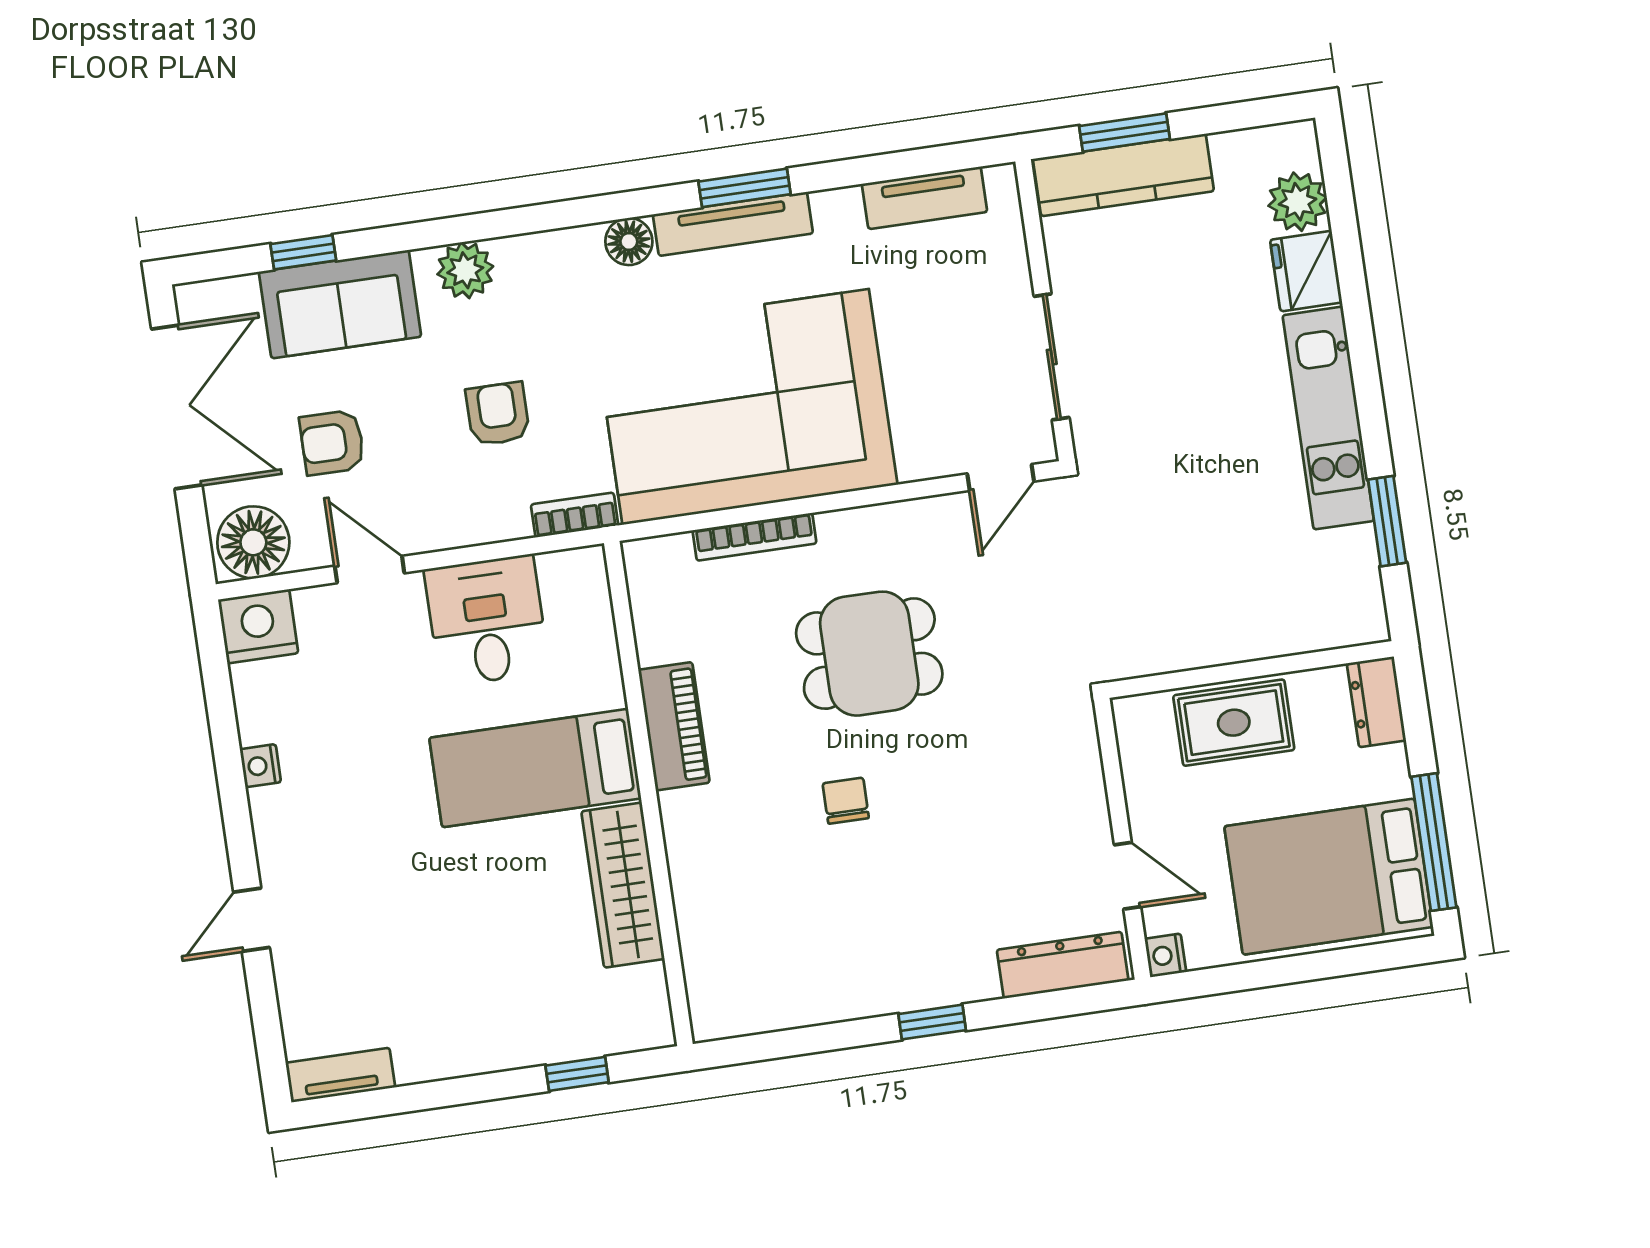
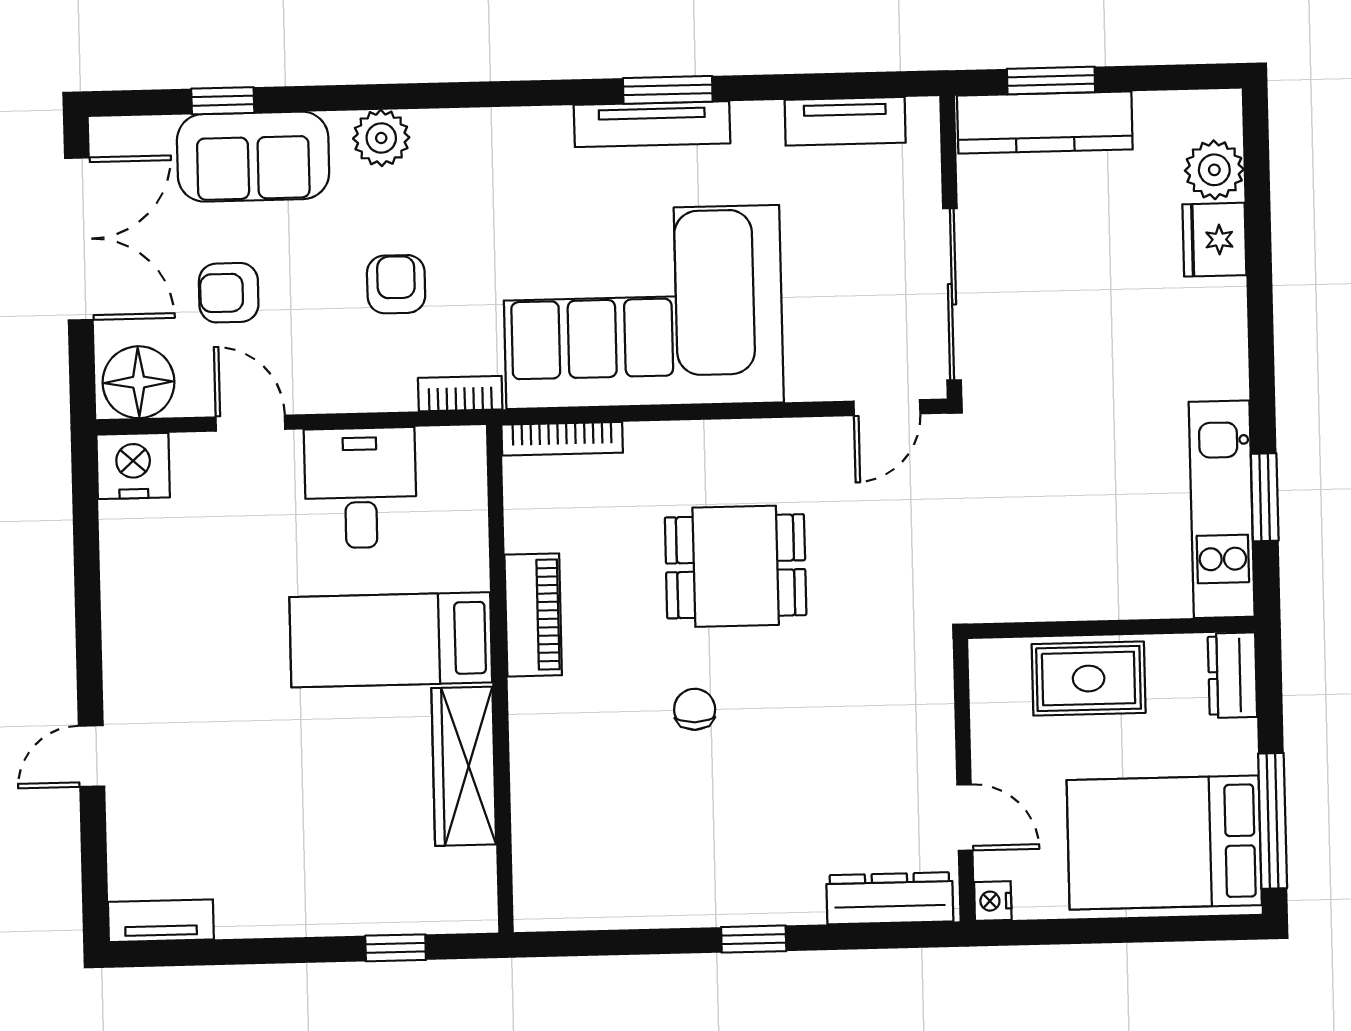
floor lamp: (629, 242) -> (547, 129), removed
sliding door: (1052, 357) -> (952, 294), width x1.37
kitchen unit: (1328, 418) -> (1222, 509), moved
bookcase: (754, 537) -> (562, 439), moved
nightstand: (260, 766) -> (119, 604), removed

